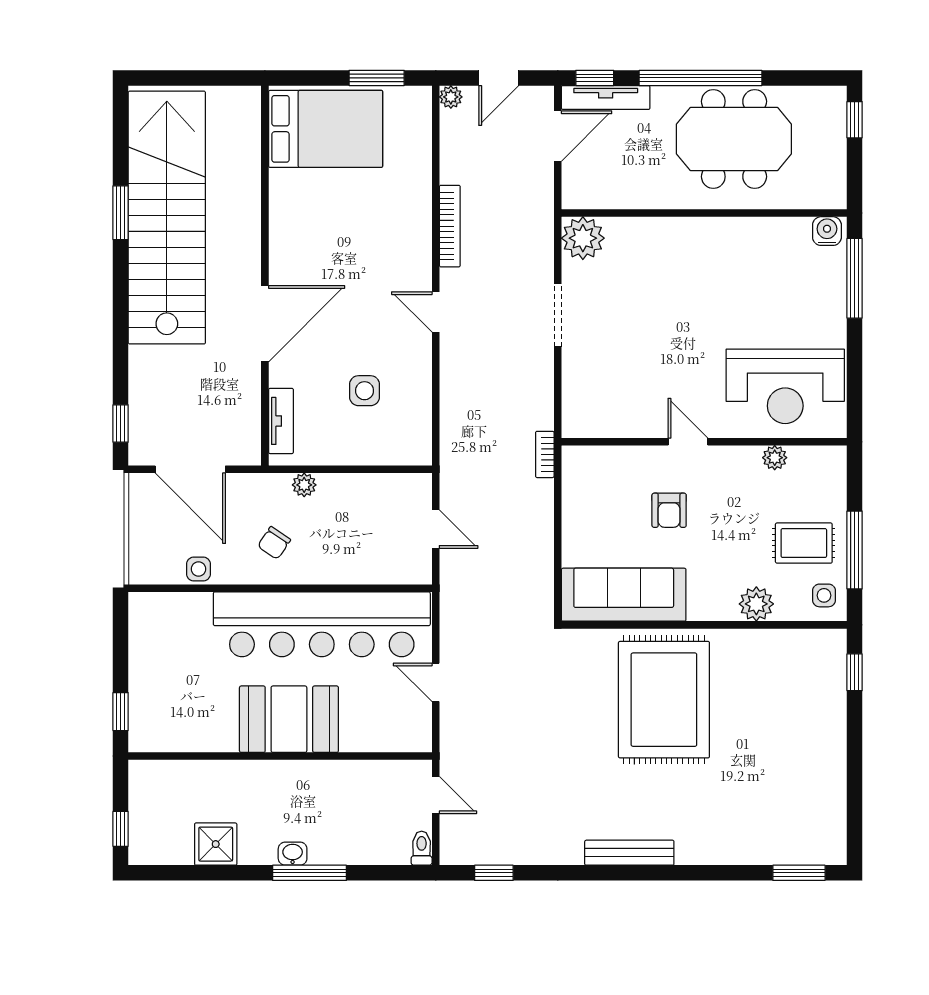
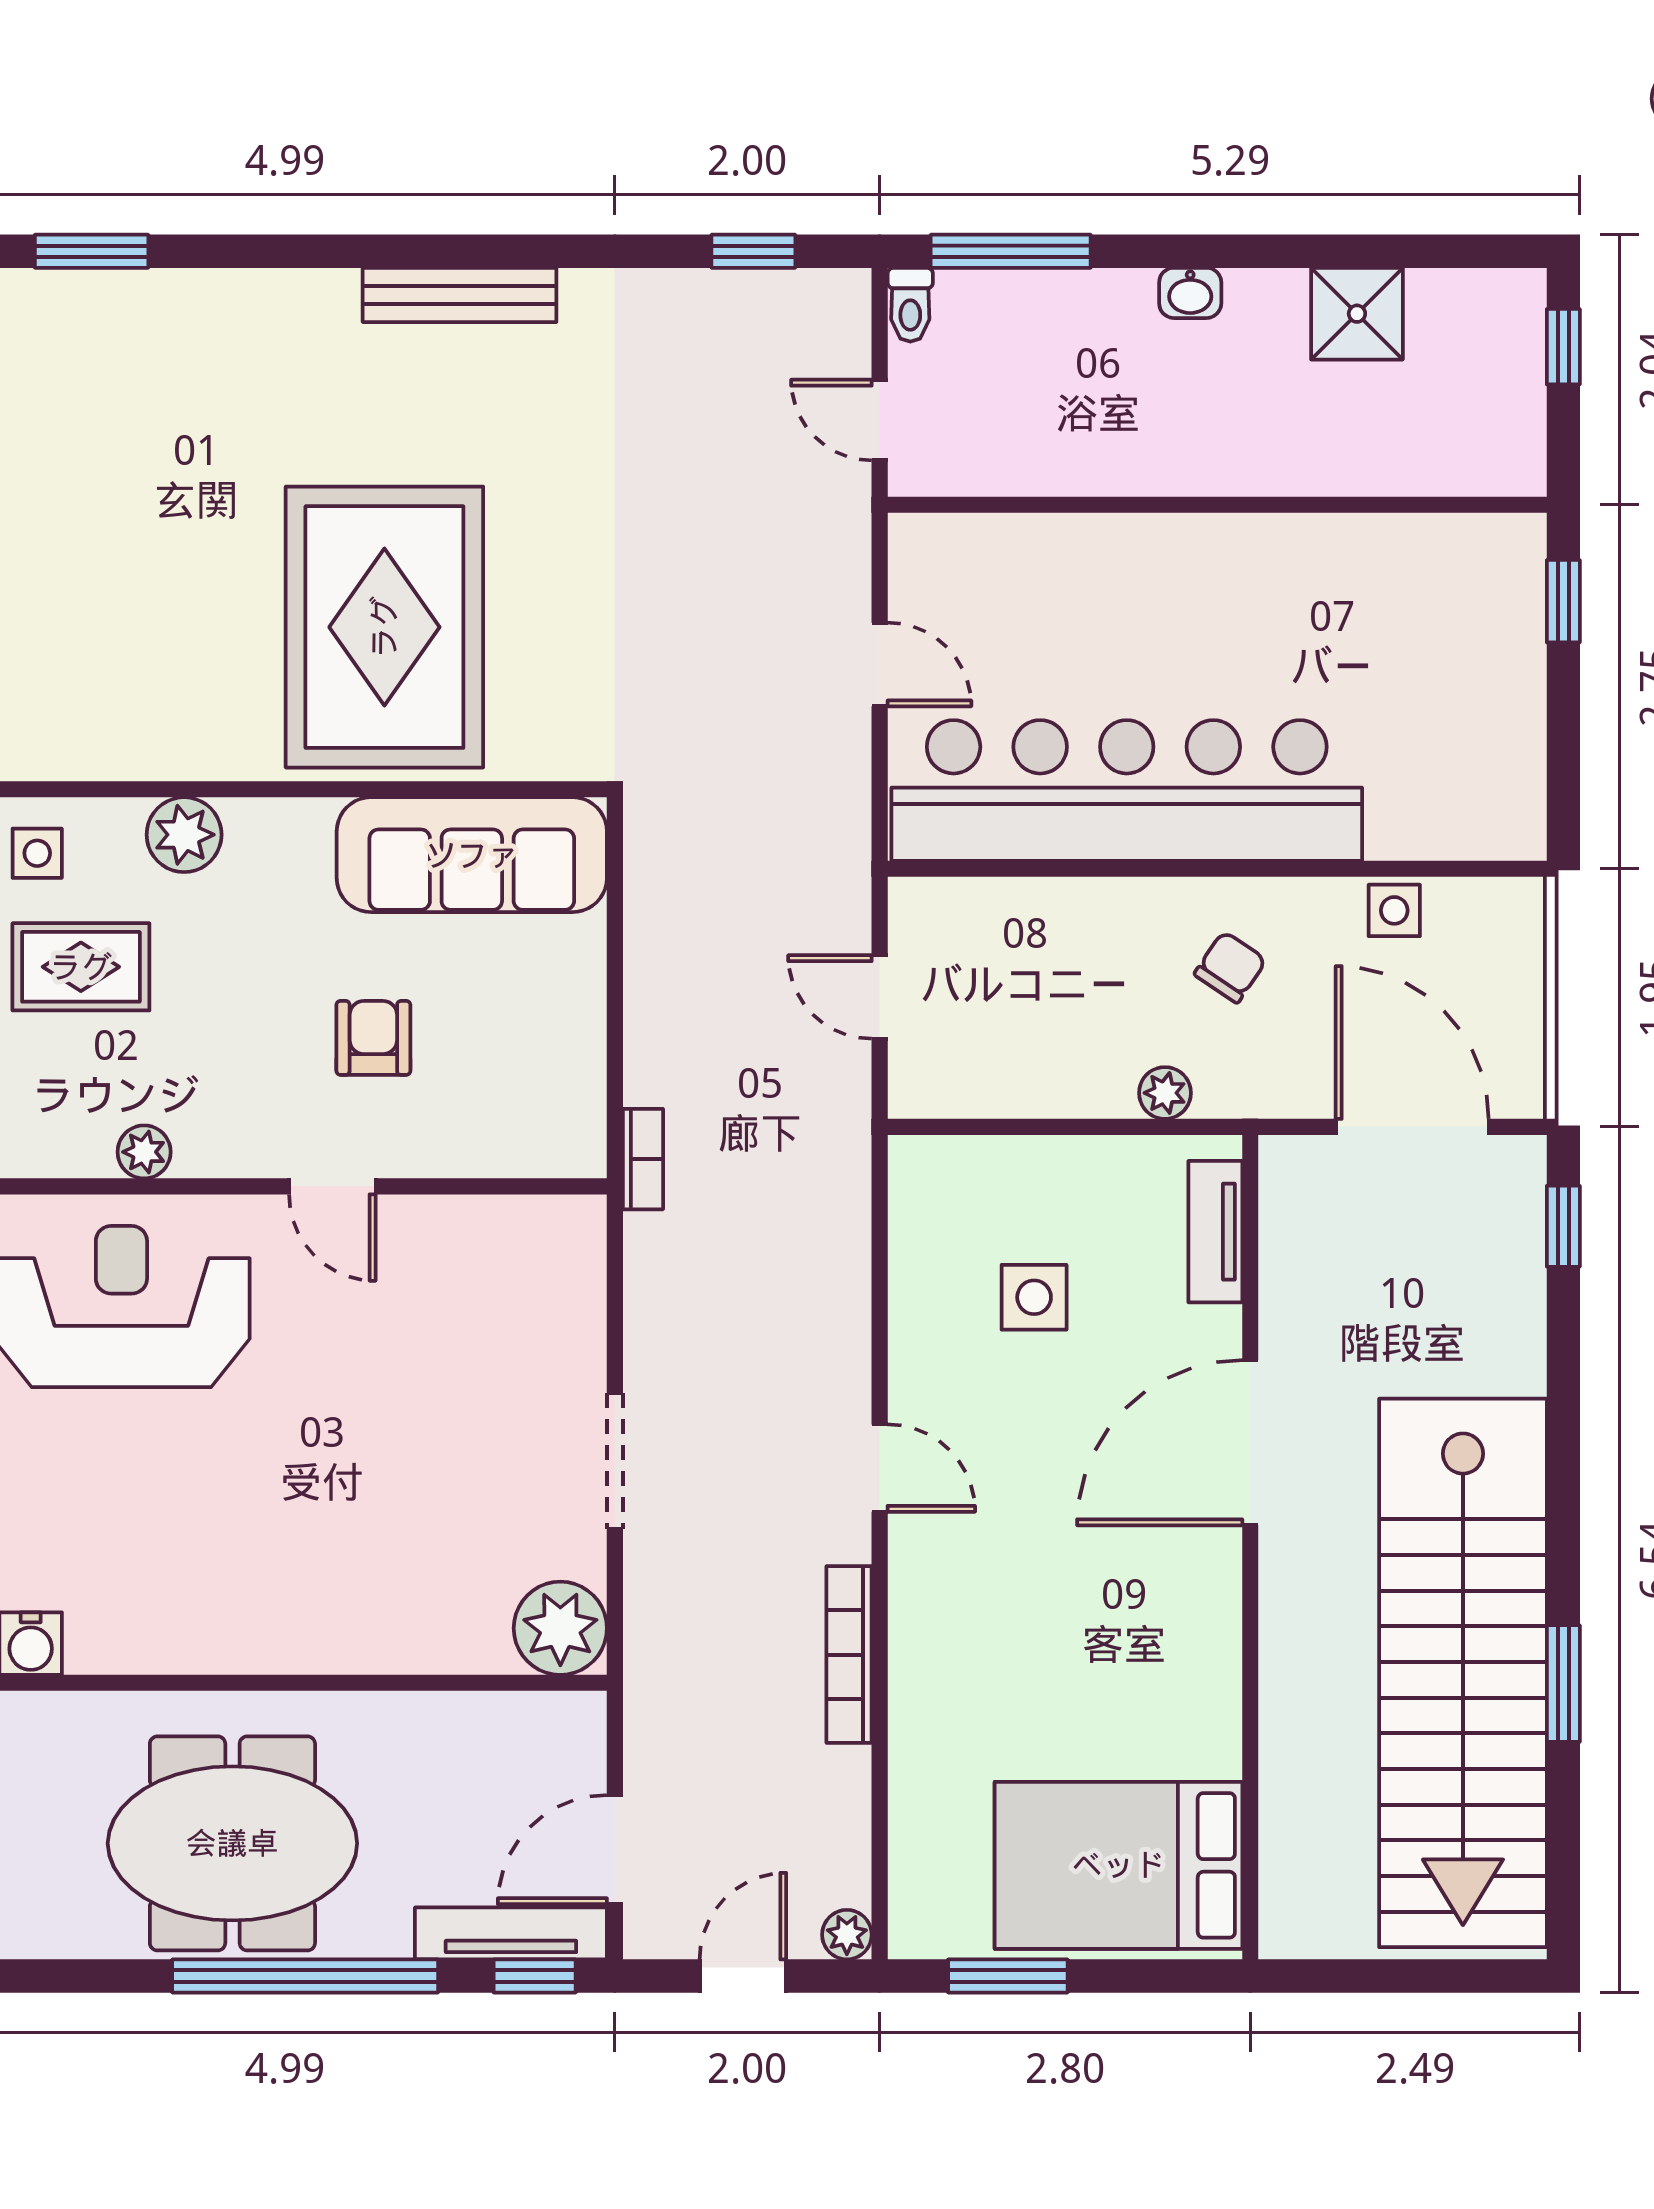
booth: (289, 719) -> (1198, 585), removed
window: (309, 873) -> (1011, 251), moved

